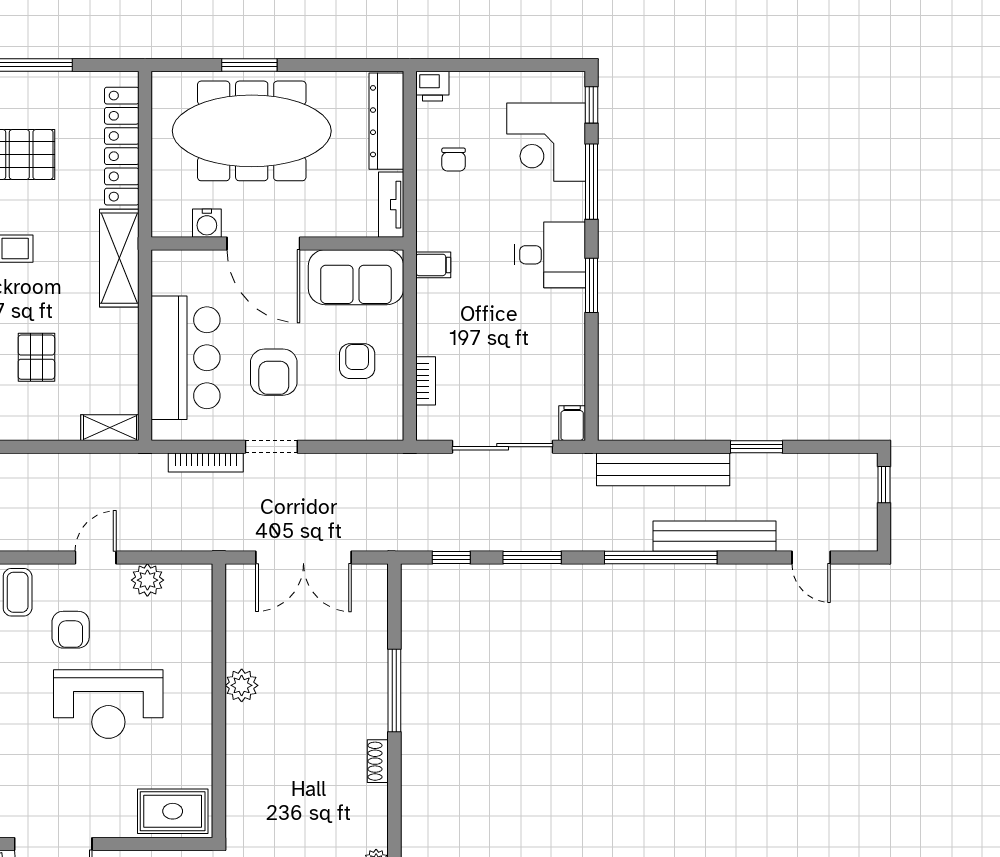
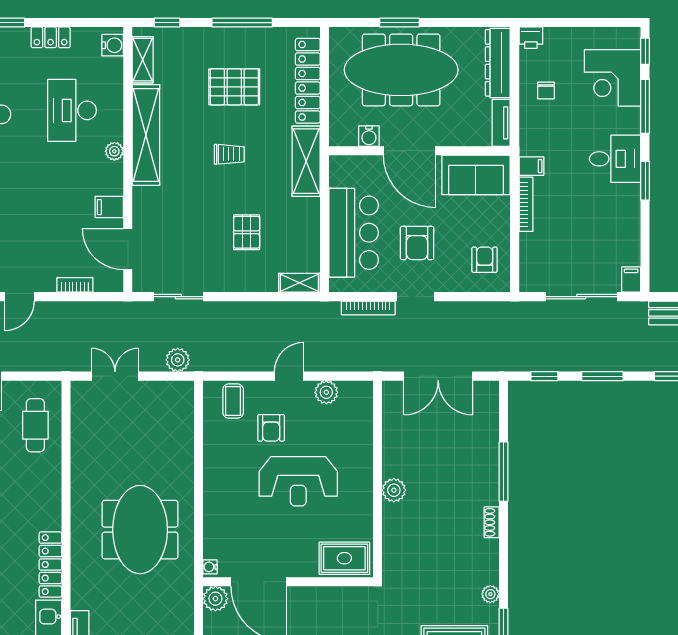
armchair: (357, 361) -> (485, 260), moved
bookcase: (426, 381) -> (526, 204), moved, width x1.56
plant: (242, 685) -> (394, 490), moved

